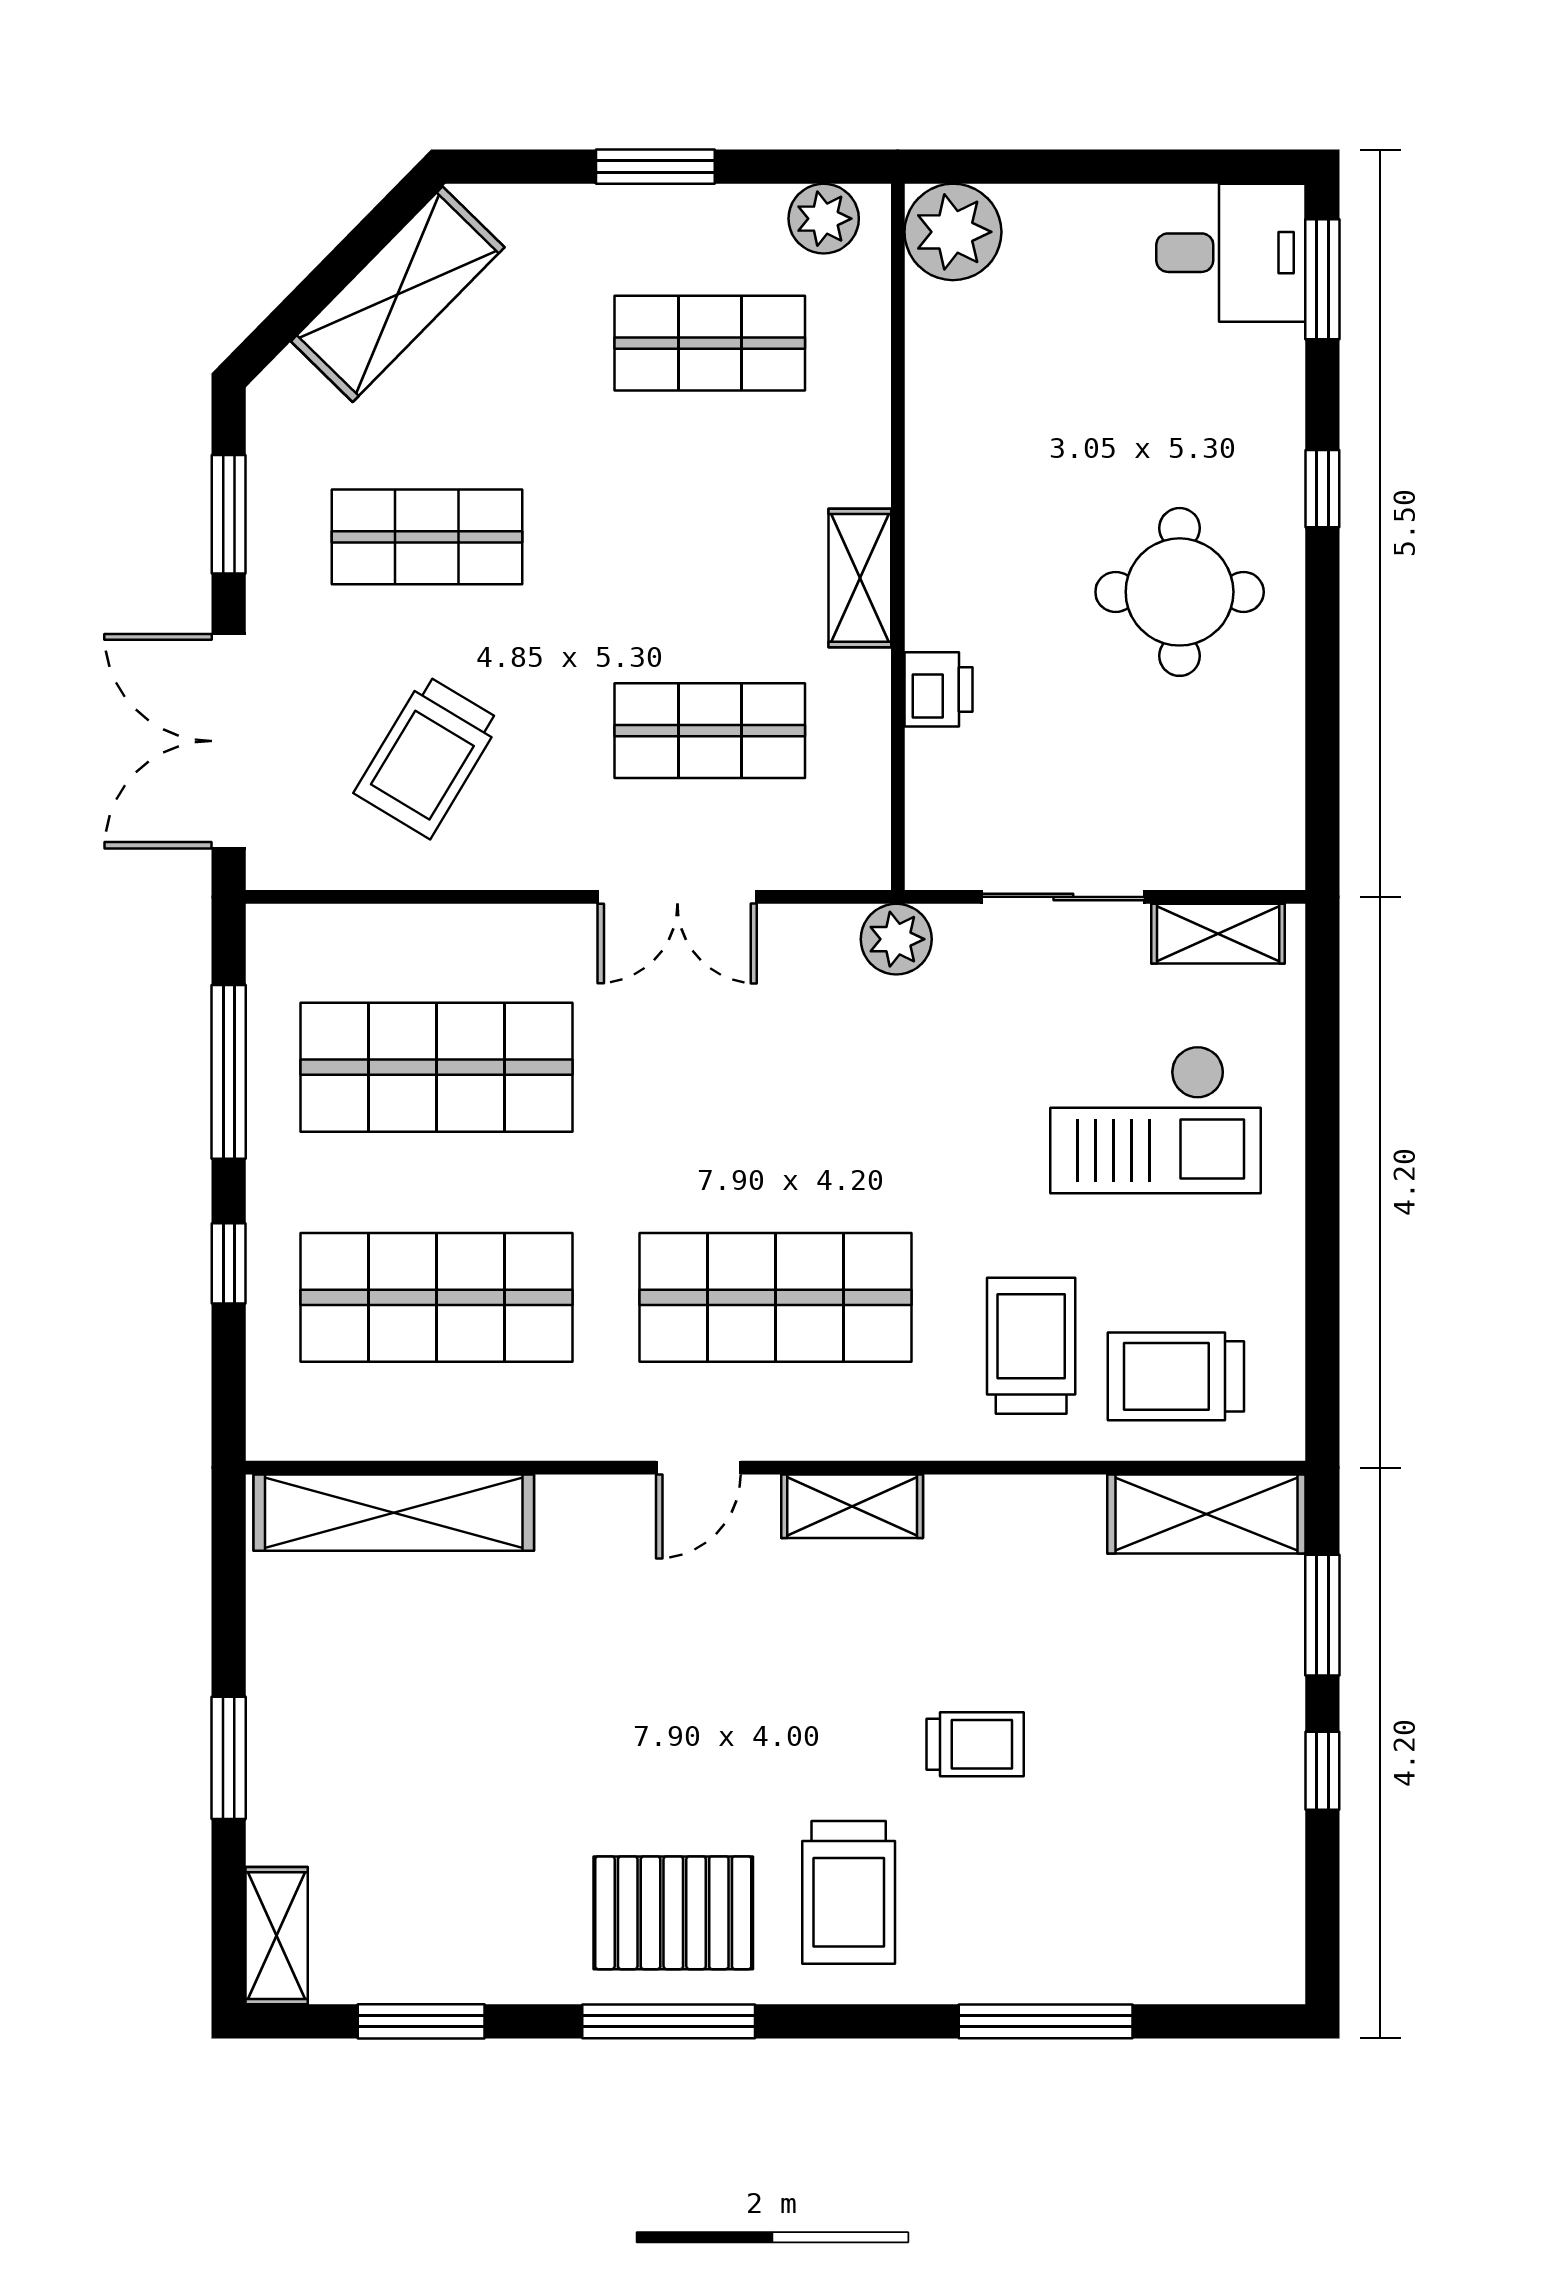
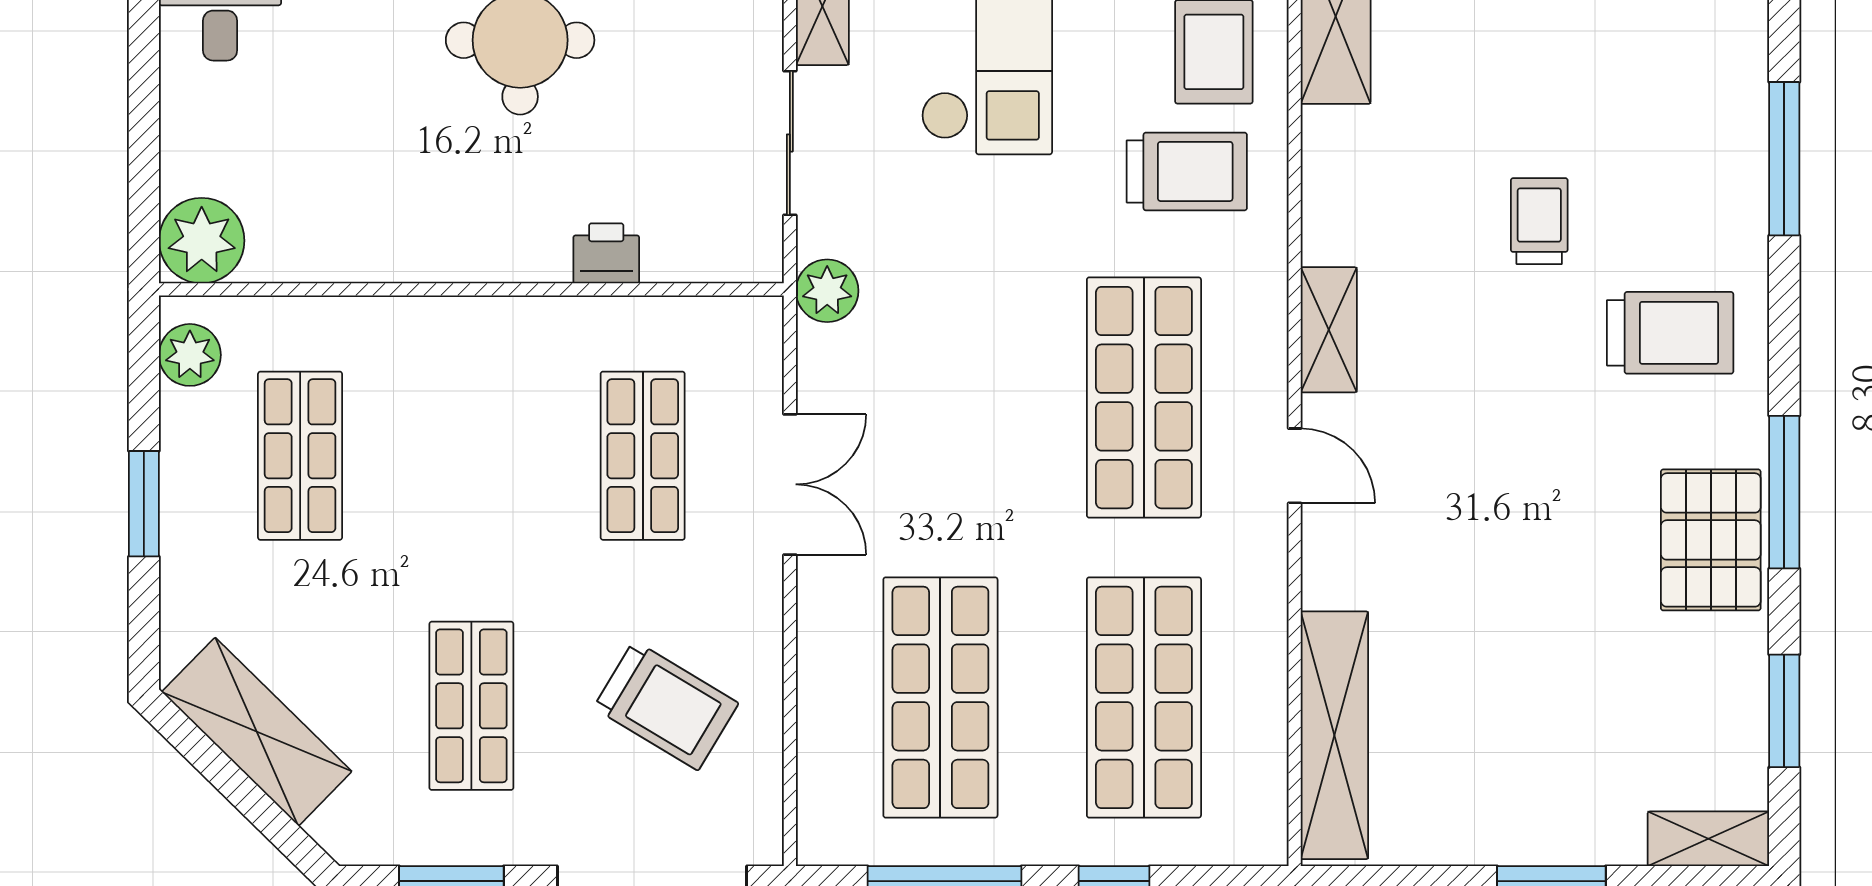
shelving: (860, 578) -> (508, 323), removed
trolley: (1031, 1346) -> (1187, 171), turned 180
pallet: (673, 1913) -> (1711, 540), moved

